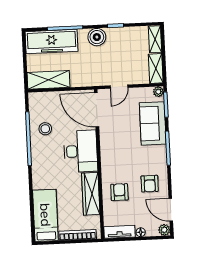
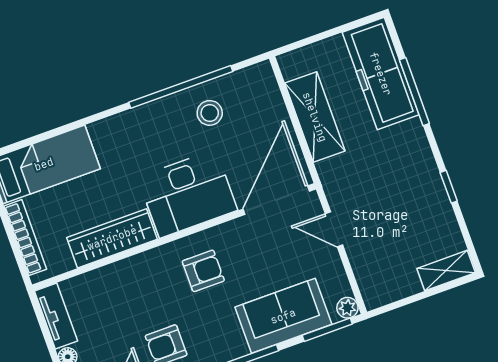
boiler: (97, 37) -> (416, 158), removed
shelving: (156, 68) -> (390, 289), removed
shelving: (48, 80) -> (315, 117), moved
armchair: (119, 192) -> (203, 271), moved

